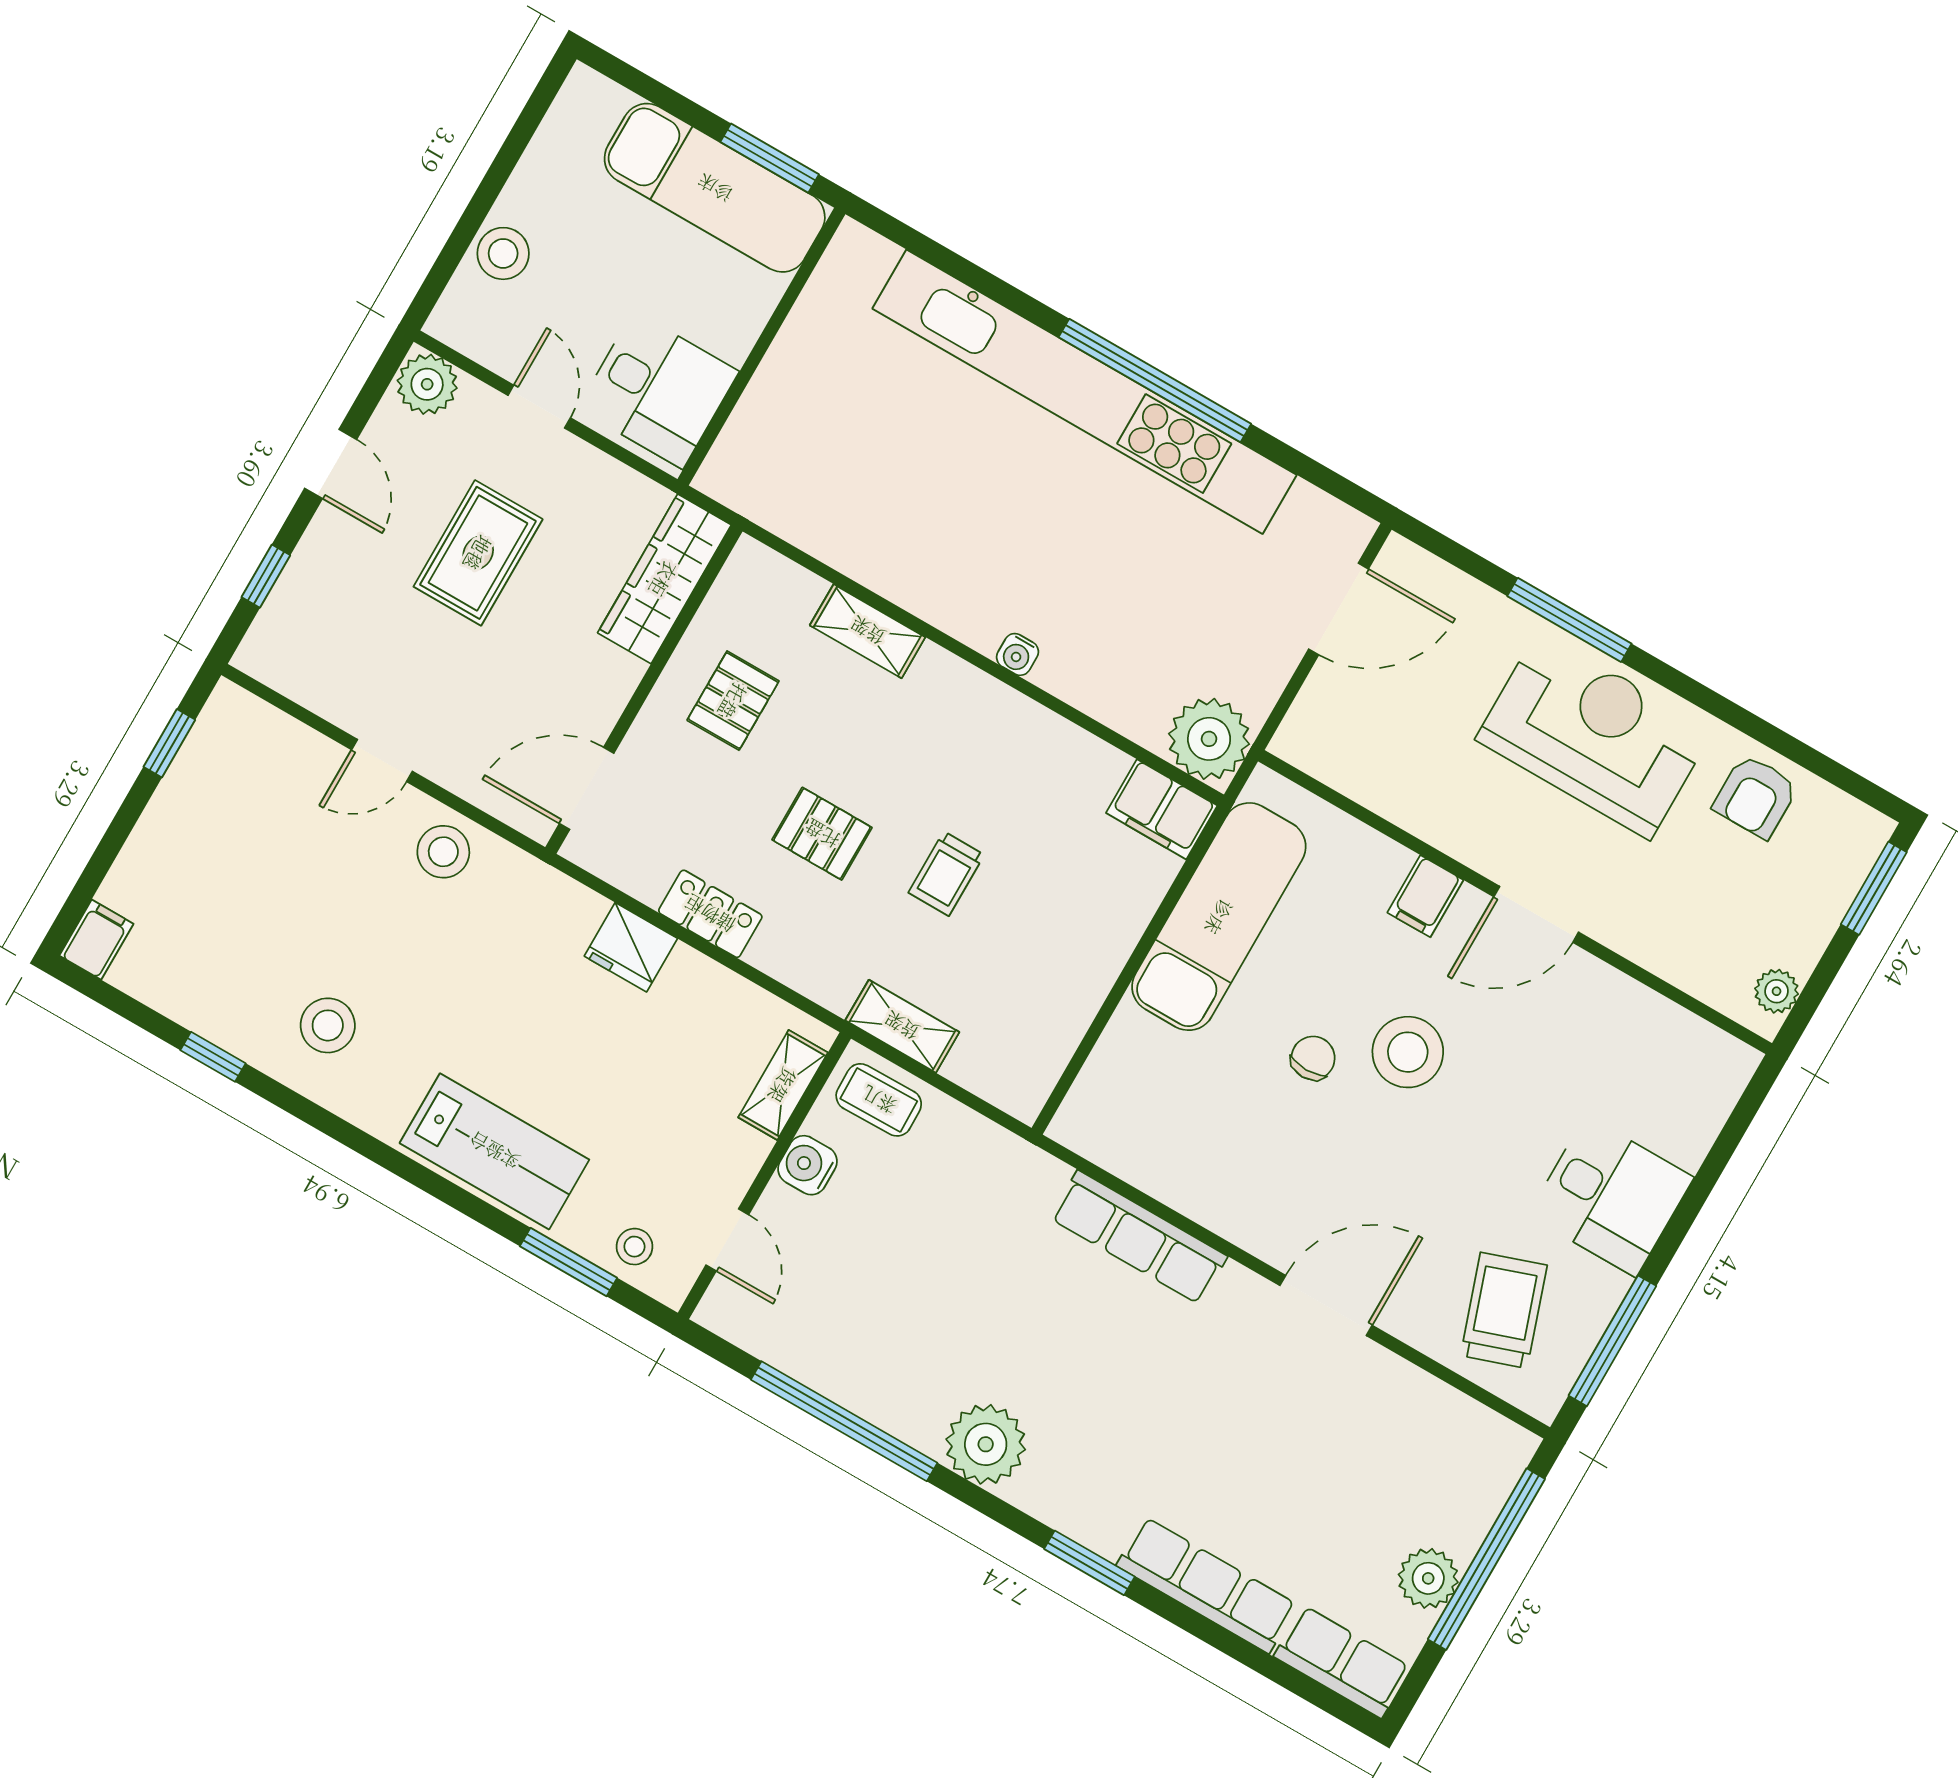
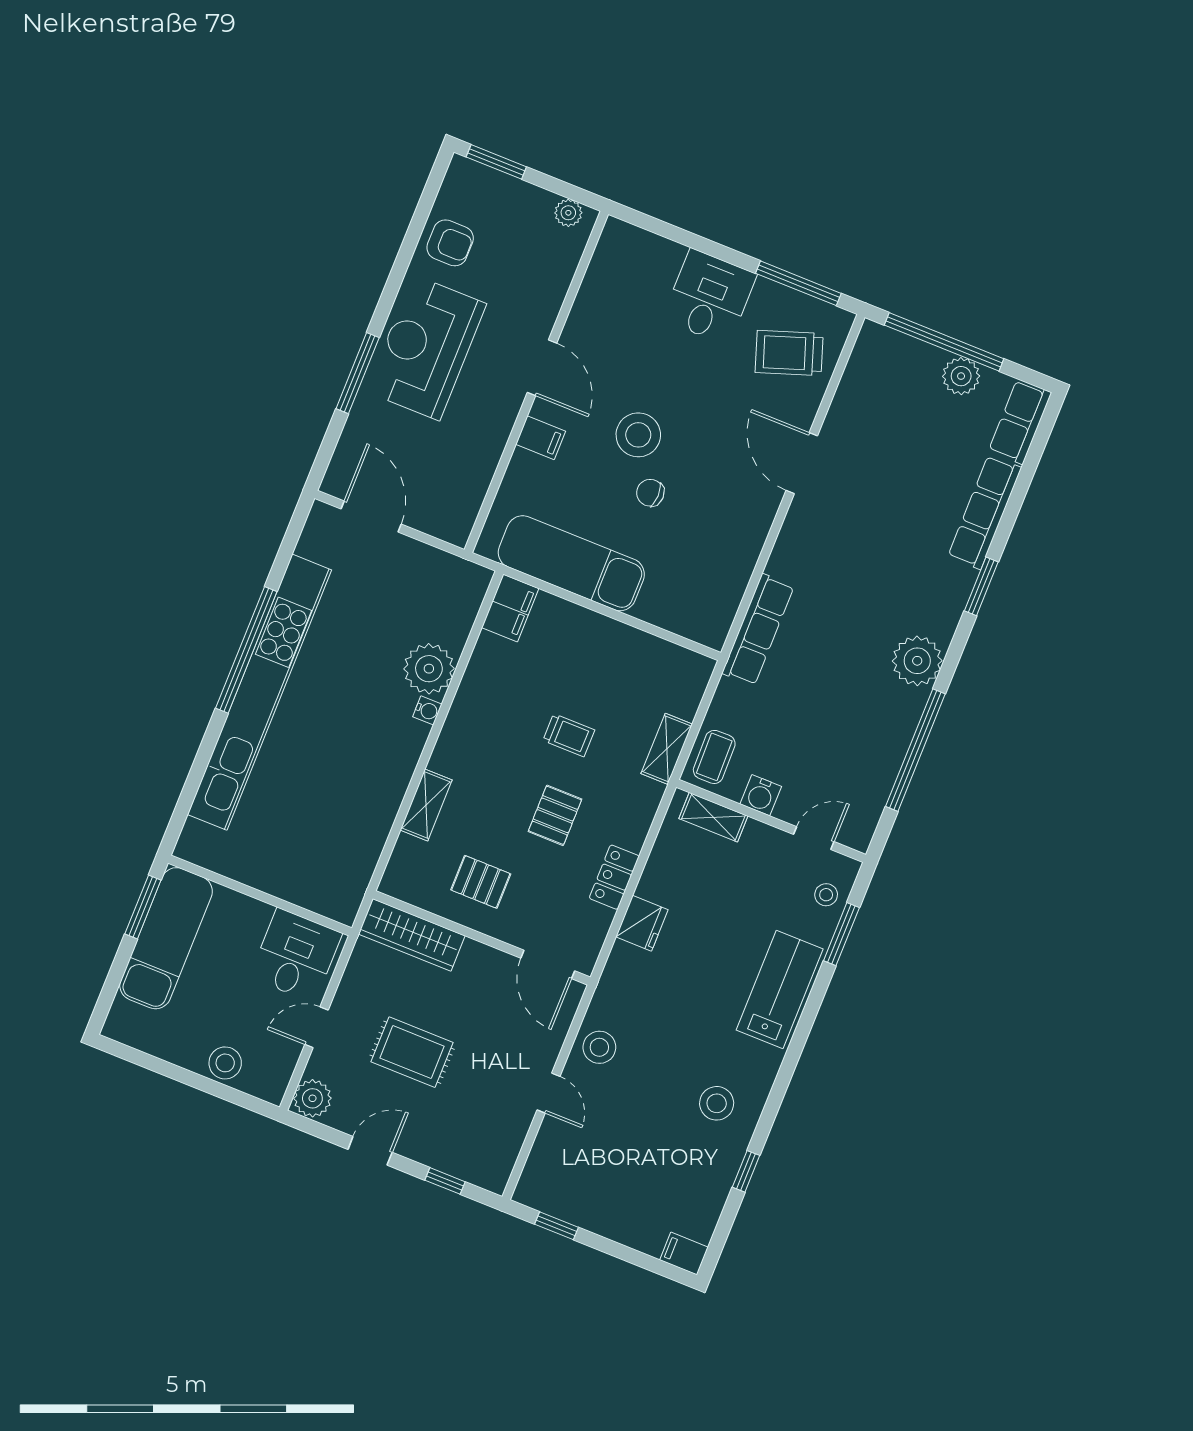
plant: (1209, 739) -> (429, 669), moved
row of seats: (1139, 1237) -> (758, 630), moved

